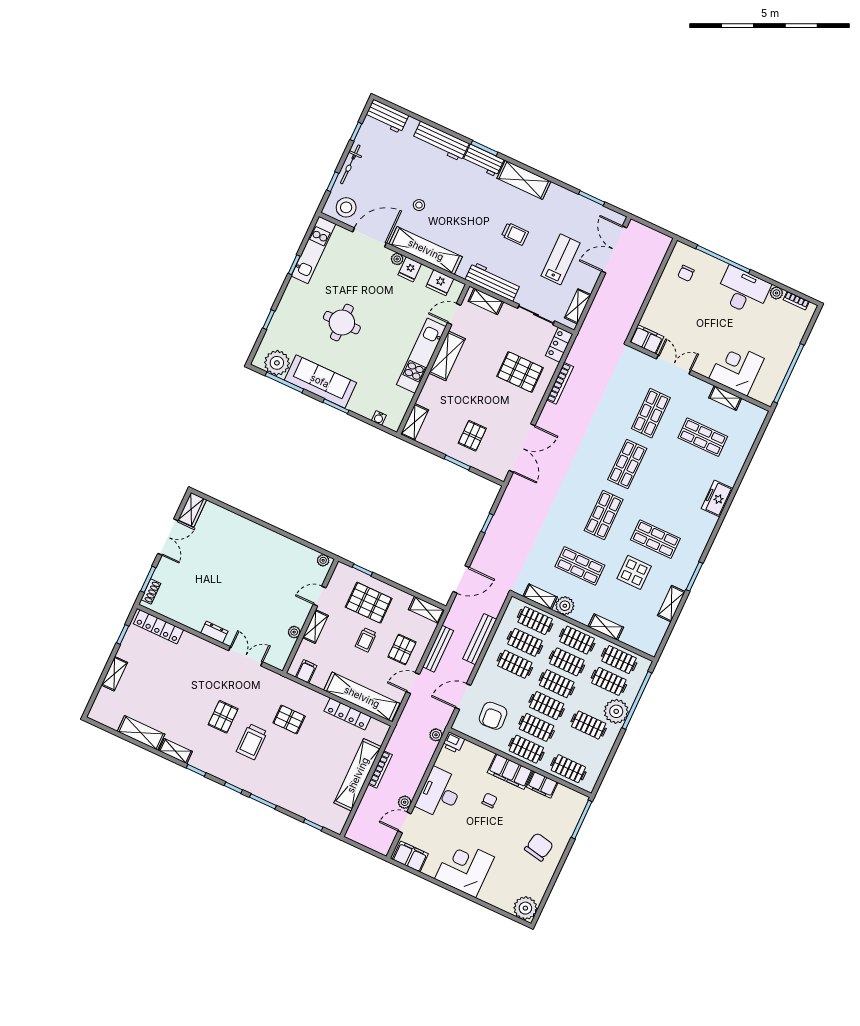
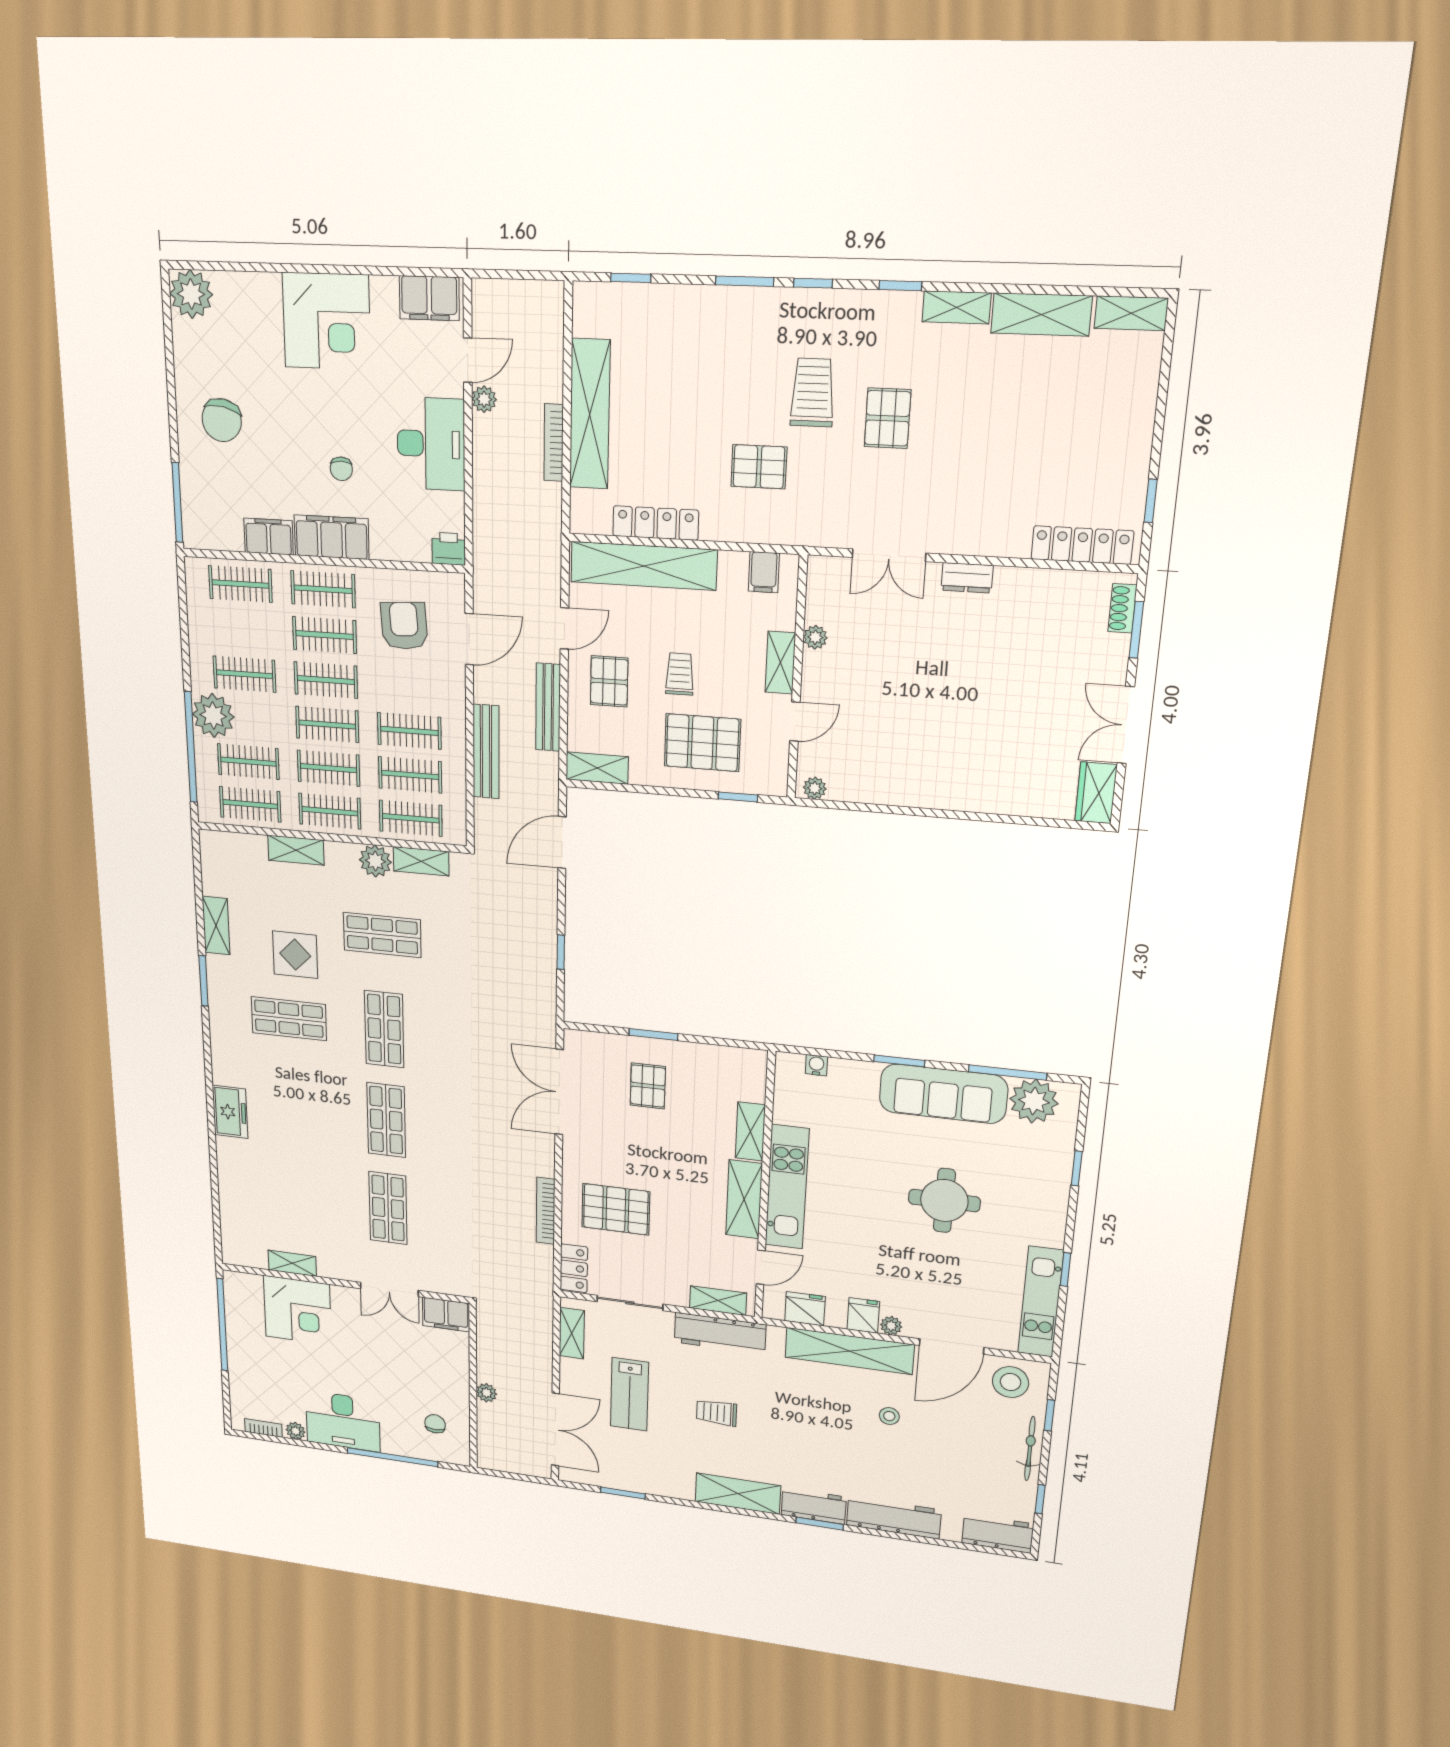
shelving: (415, 422) -> (750, 1131), moved
shop shelf: (703, 437) -> (296, 1196), removed
shelving: (114, 674) -> (1131, 313), moved, turned 90
plant: (436, 735) -> (486, 1393), moved

